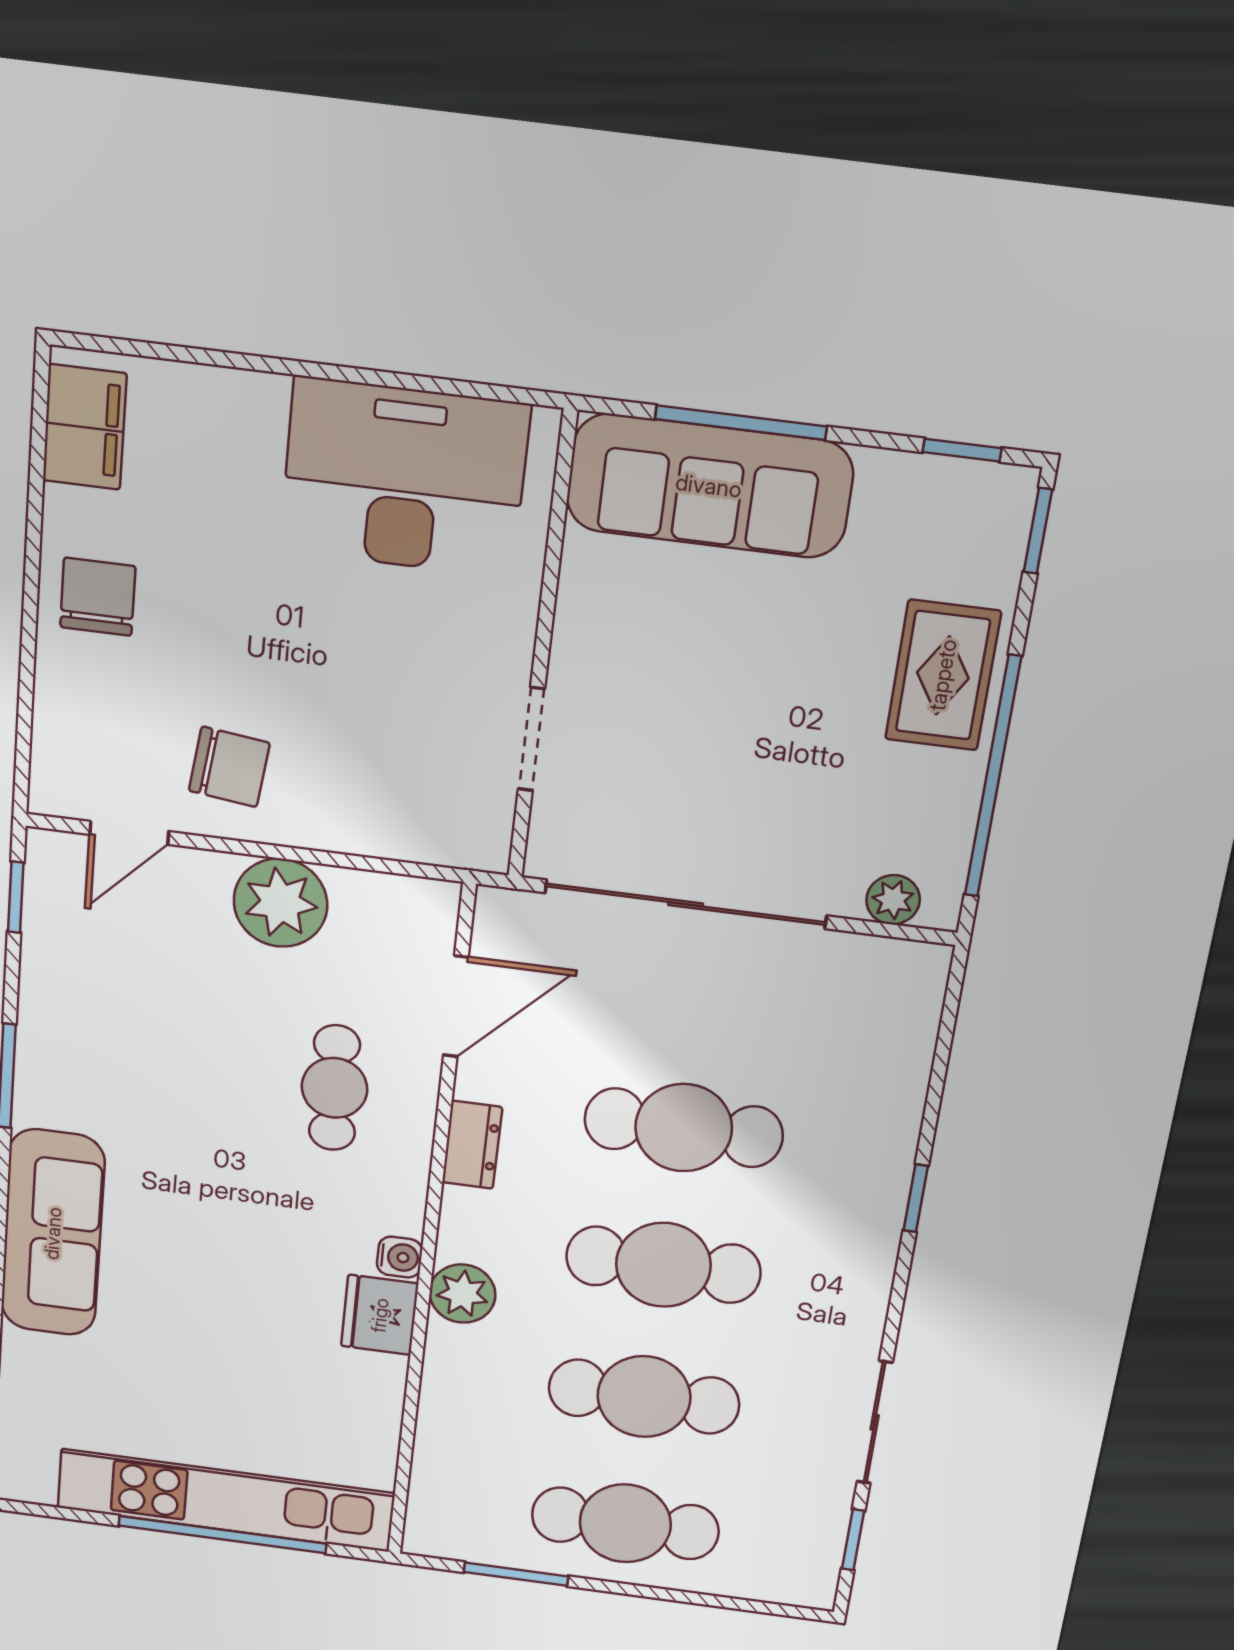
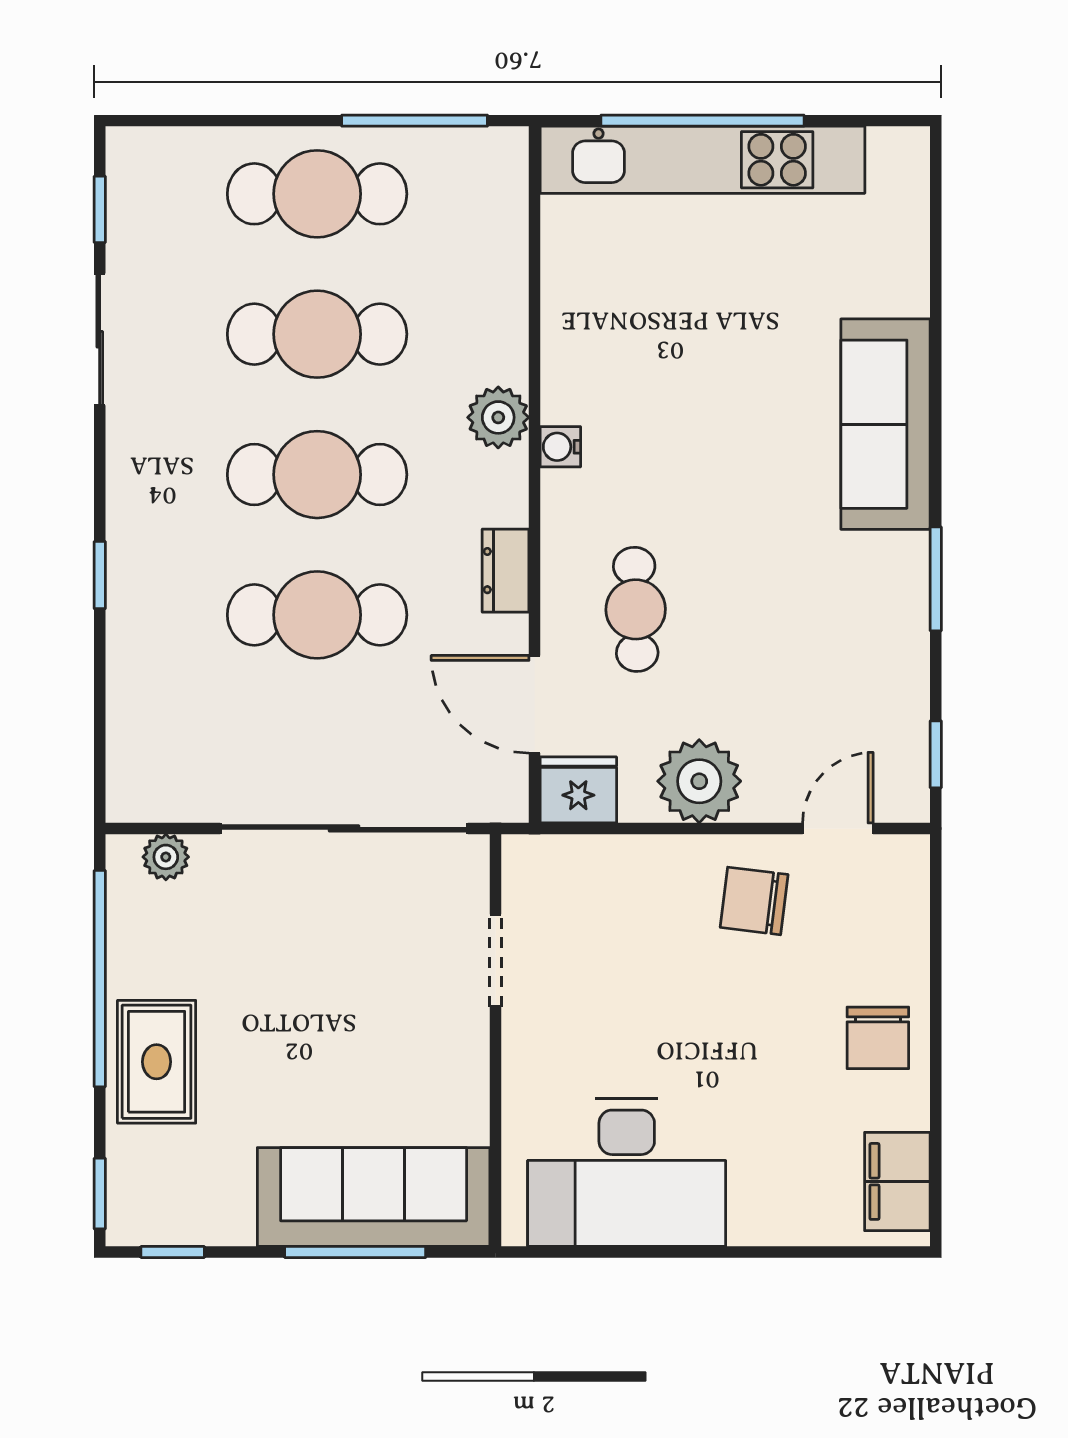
door: (456, 1006) -> (534, 704), hinge flipped
fridge: (380, 1315) -> (578, 790), moved, turned -90
window: (516, 1574) -> (415, 121), width x1.44

